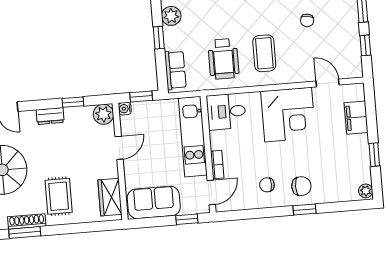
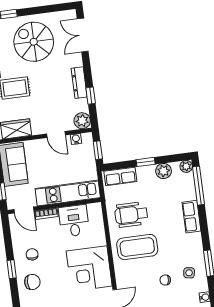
coffee table: (264, 53) -> (137, 247), width x1.36, depth x1.32
water cooler: (125, 109) -> (76, 139), moved
desk: (226, 112) -> (74, 221), moved
dresser: (50, 116) -> (79, 83), width x1.44
chair: (301, 186) -> (32, 282), turned -90
window: (304, 210) -> (12, 269), moved

